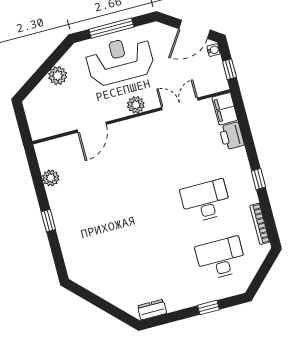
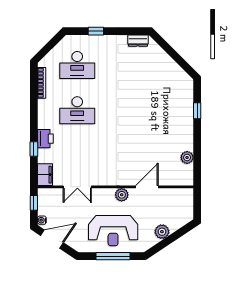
plant: (136, 105) -> (122, 195), moved
printer: (232, 136) -> (45, 139), moved
window: (258, 179) -> (34, 149), moved
window: (48, 221) -> (197, 111), moved

